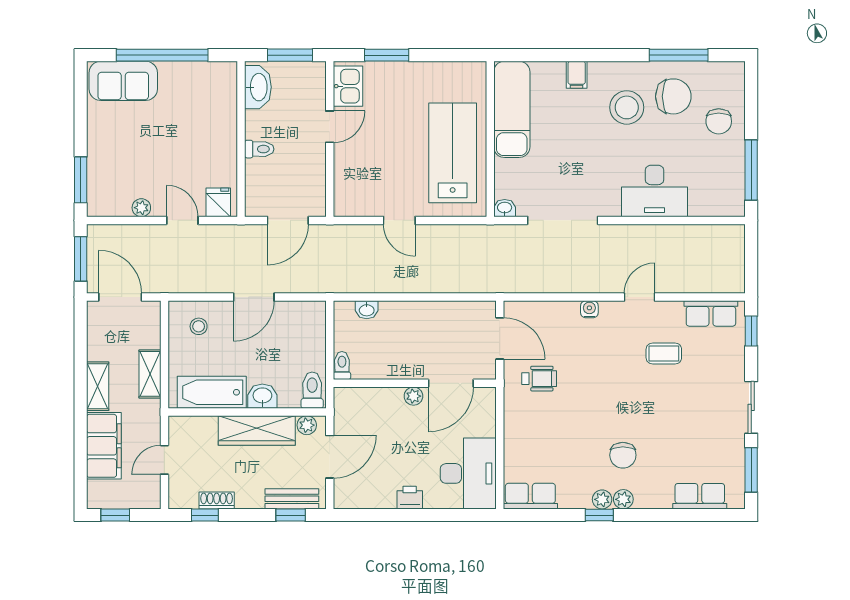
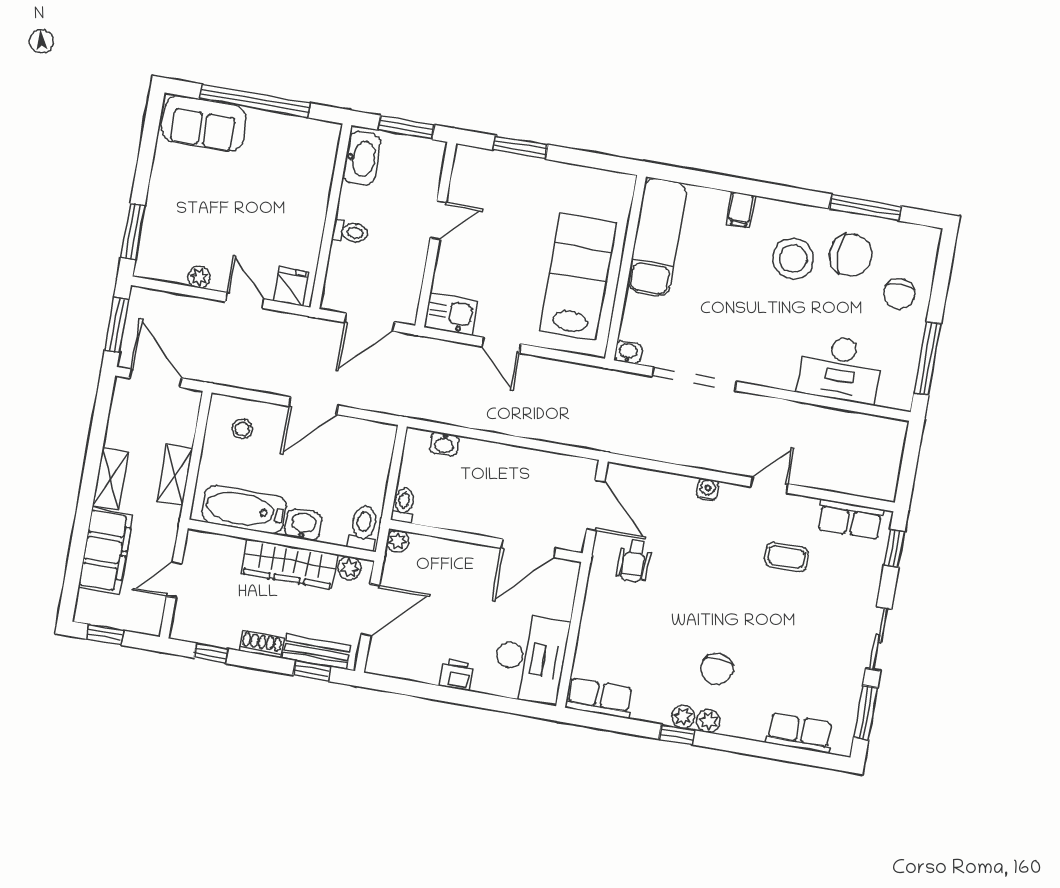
kitchen sink: (348, 86) -> (451, 314), moved, turned -90
desk: (655, 191) -> (841, 369), moved
wheelchair: (539, 379) -> (634, 561), turned 91
plant: (413, 396) -> (398, 541), moved
shoe rack: (217, 500) -> (262, 644), moved

